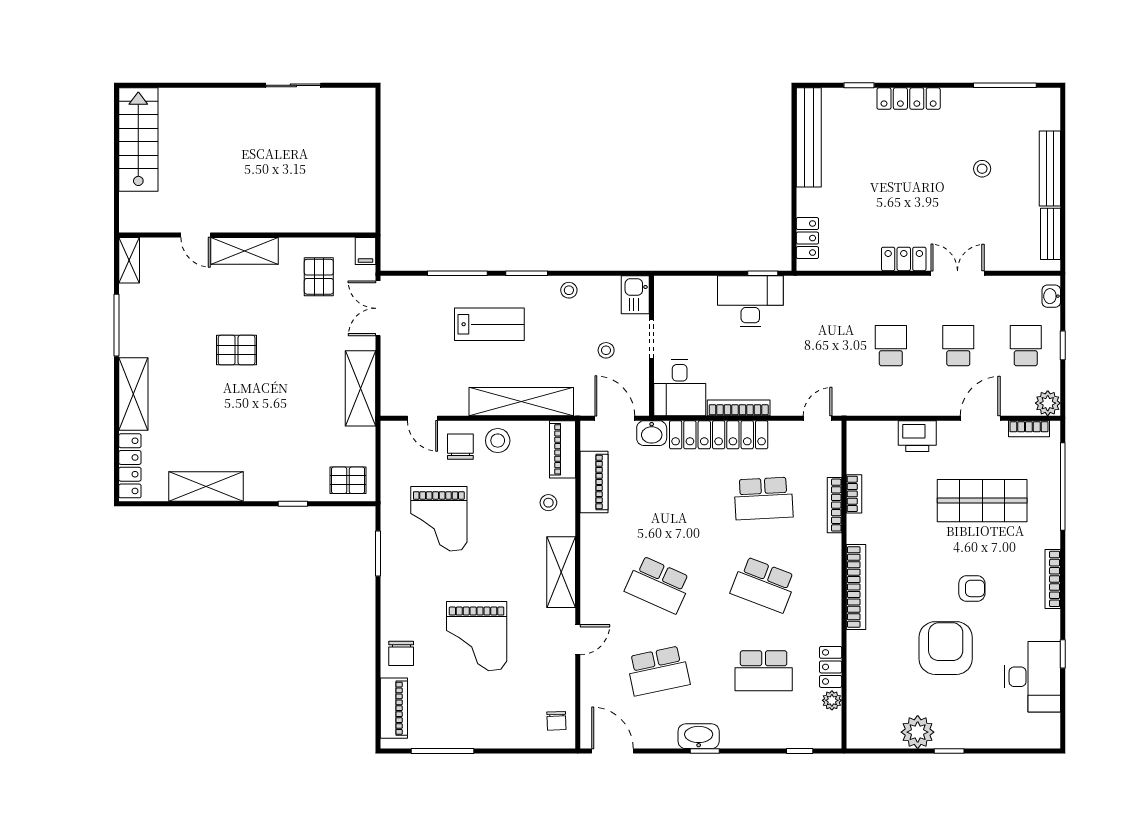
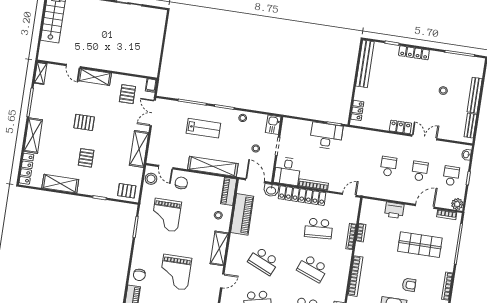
pallet: (252, 424) -> (86, 158), added
stool: (498, 441) -> (151, 179), moved
piano: (594, 482) -> (242, 214), width x1.37, depth x1.33

